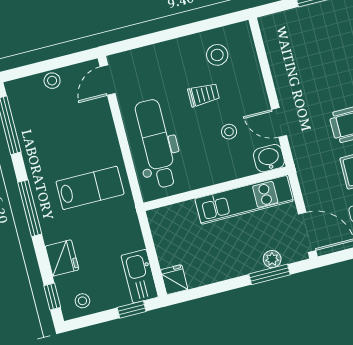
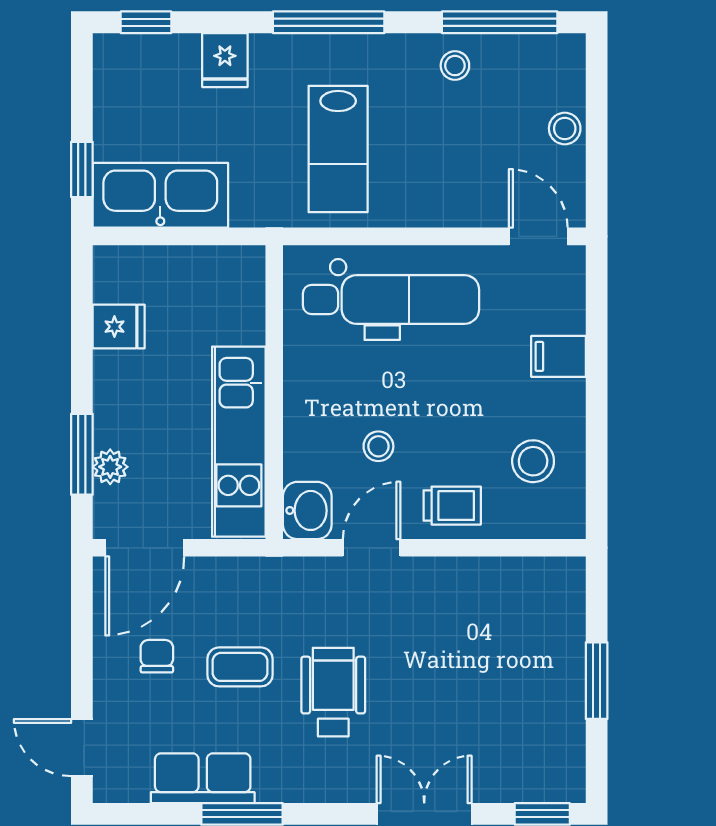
filing cabinet: (163, 56) -> (558, 356), added
trolley: (204, 95) -> (452, 506), moved, turned -90
fridge: (62, 258) -> (225, 60), width x0.72
kitchen sink: (140, 276) -> (160, 195), width x1.36, depth x1.24
fridge: (174, 280) -> (119, 327), moved
stool: (82, 301) -> (455, 66), moved

